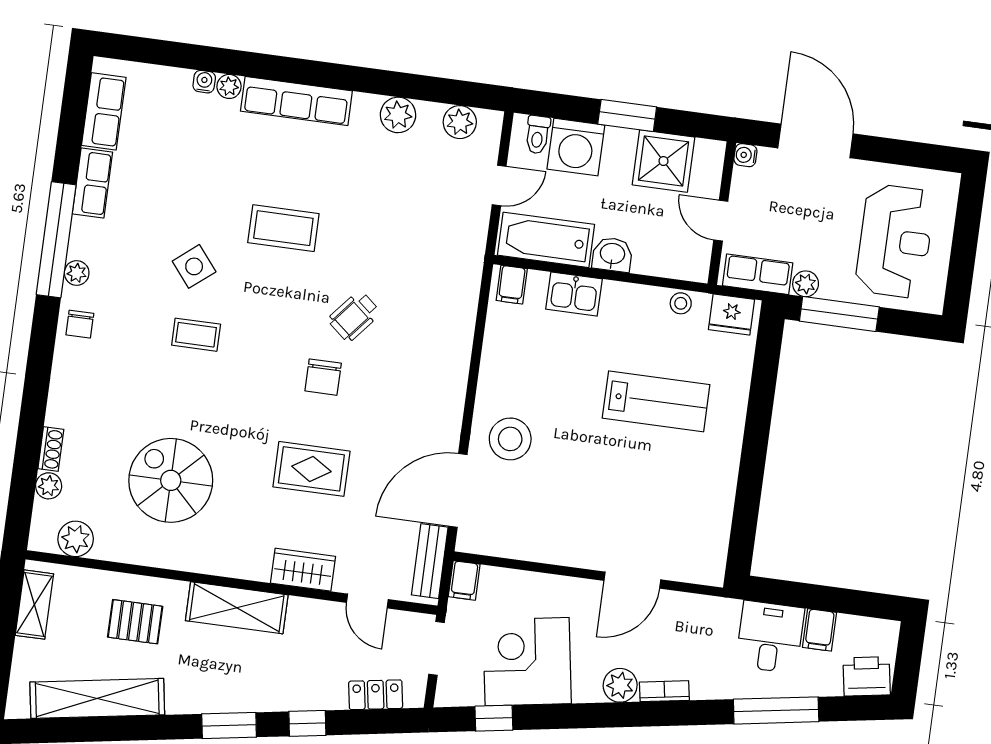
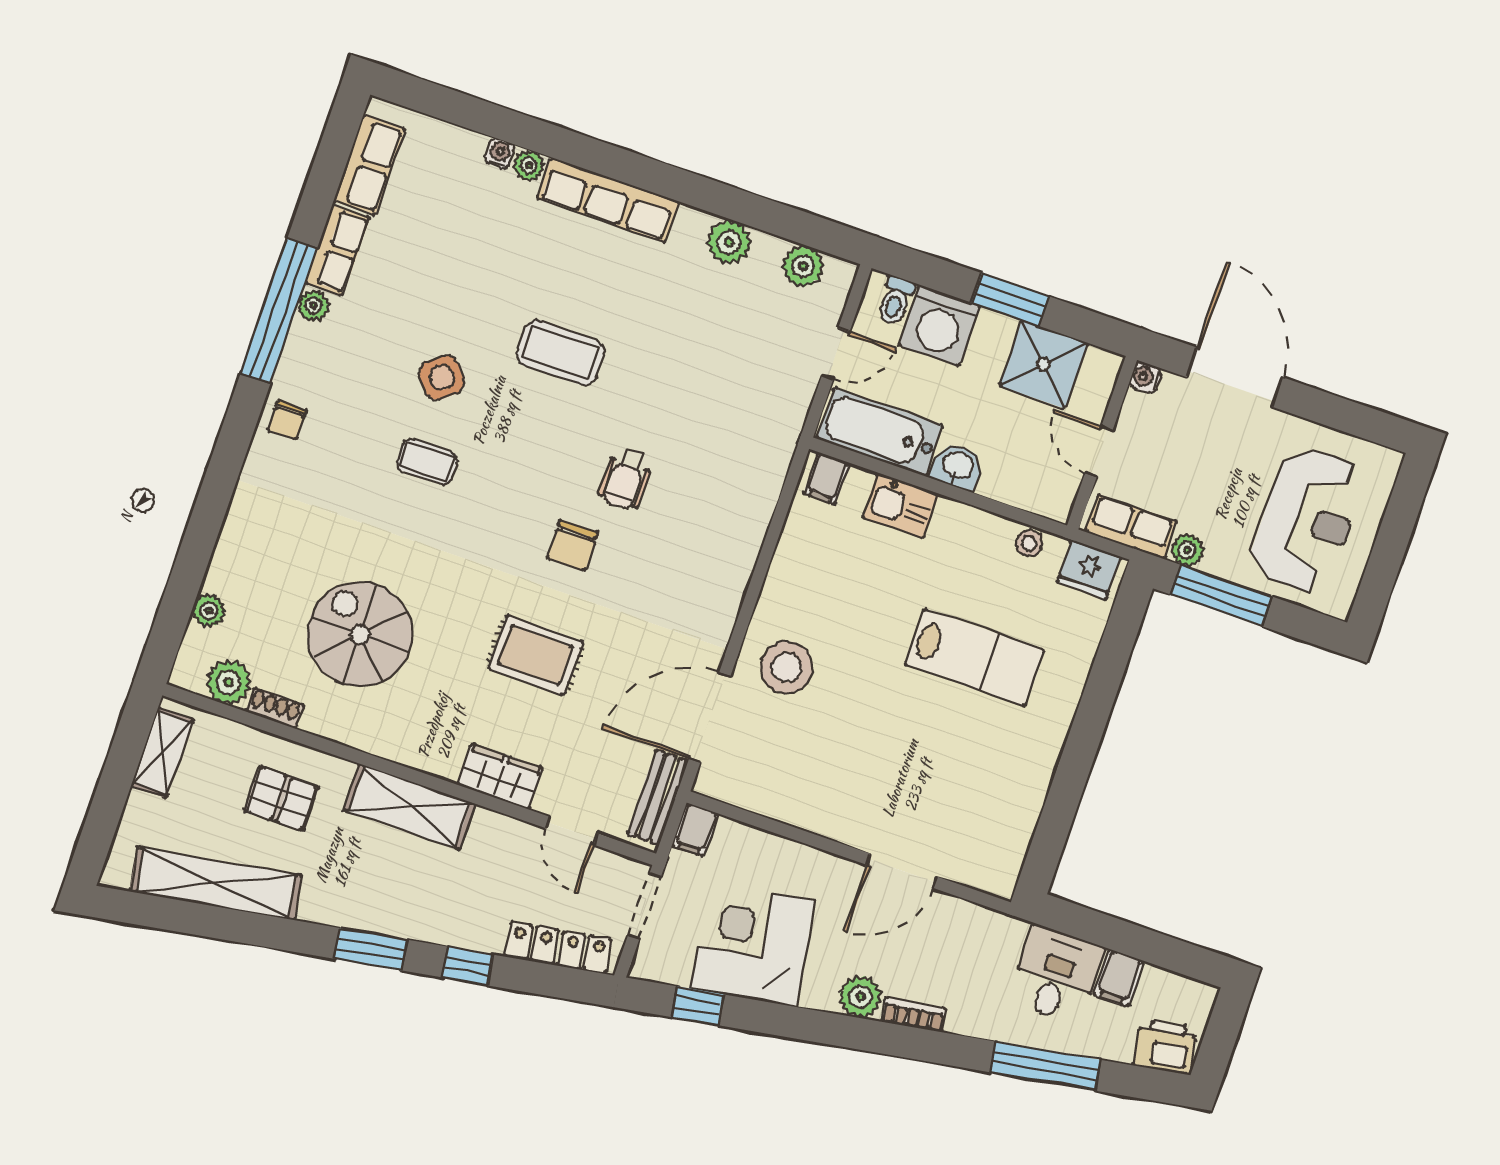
plant: (77, 273) -> (314, 306), moved
wheelchair: (354, 316) -> (626, 478), turned -40
shoe rack: (51, 449) -> (275, 708), moved, turned -90
locker: (376, 695) -> (558, 948), width x1.53

